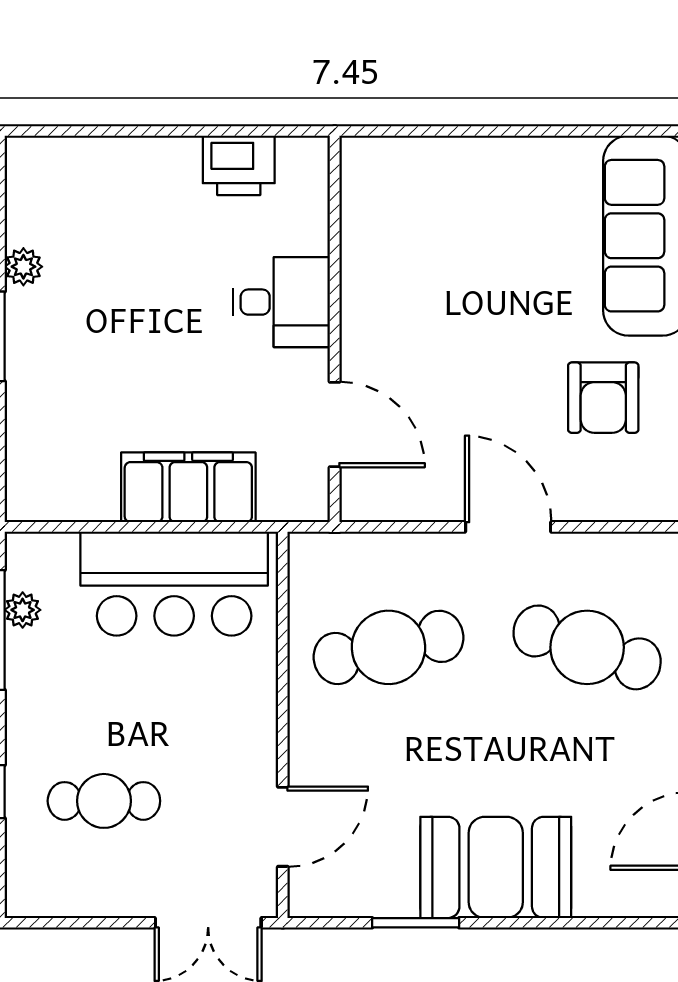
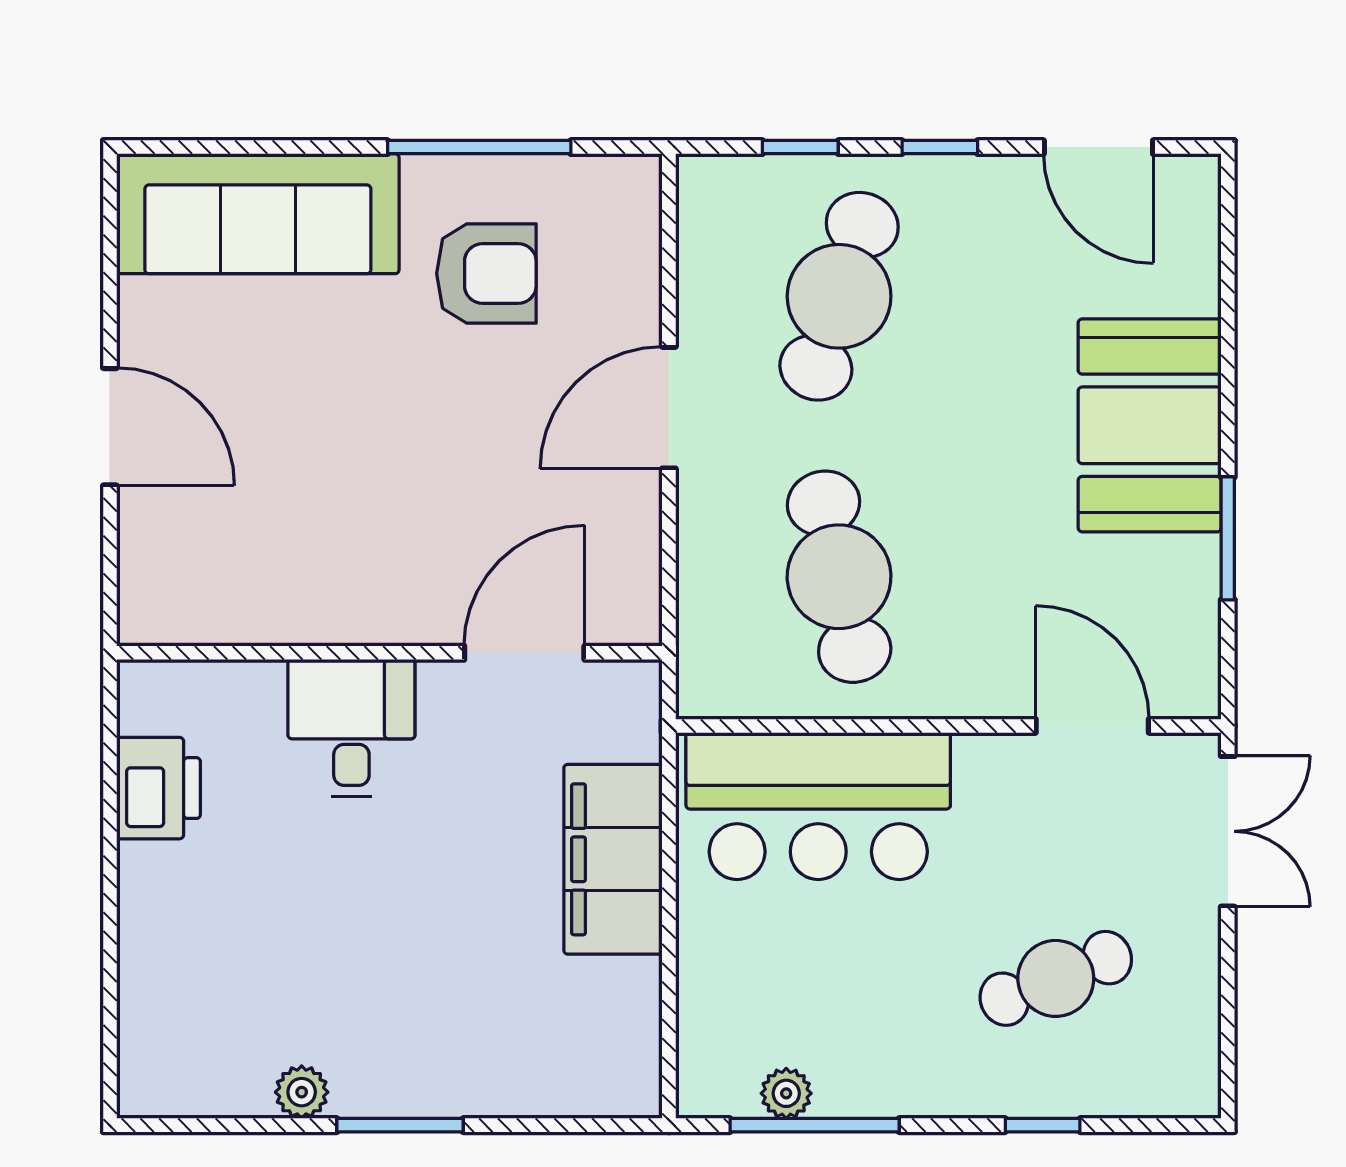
door: (495, 131) -> (110, 427), added
bar counter: (174, 584) -> (818, 806), moved, turned 90
cafe table: (104, 801) -> (1056, 978), turned 68

